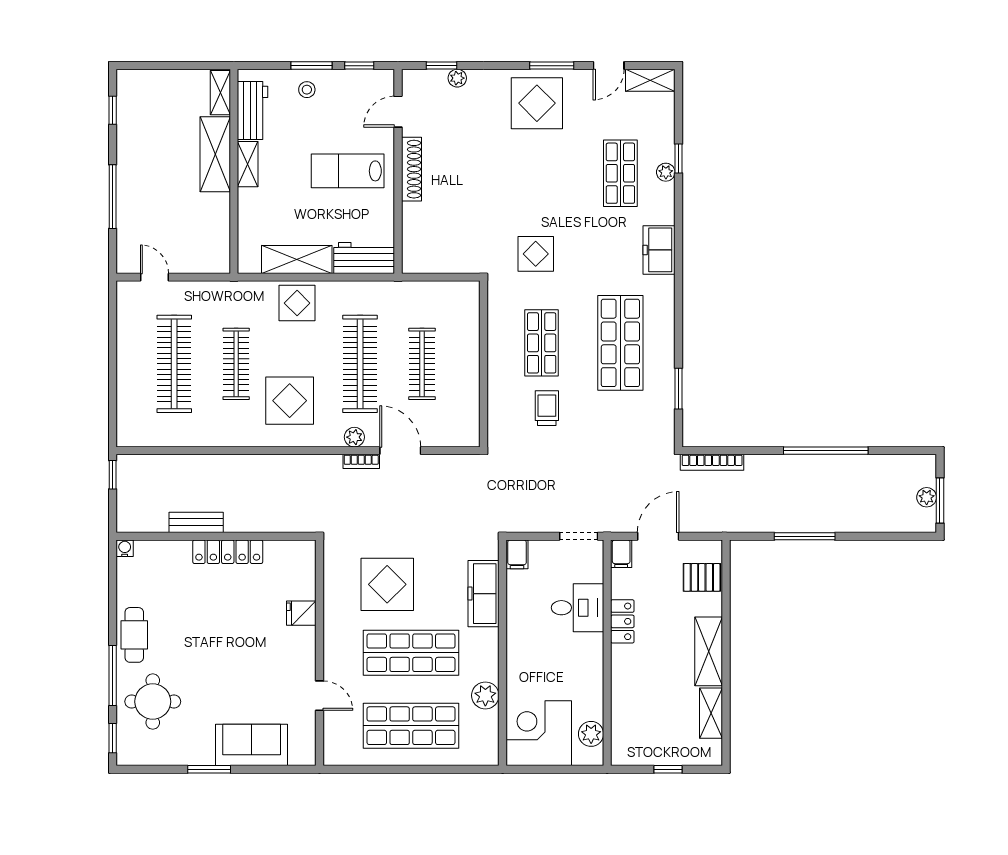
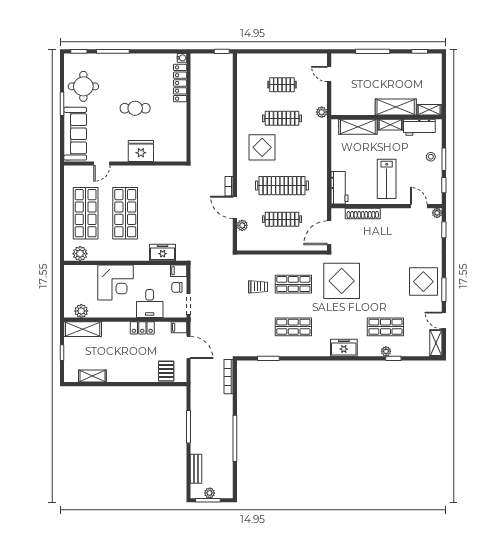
plant: (457, 78) -> (437, 213), moved
shoe rack: (411, 169) -> (363, 213), moved
lab bench: (348, 171) -> (387, 179), turned 180
display table: (536, 254) -> (342, 281), width x1.86, depth x1.86
shelving: (297, 259) -> (358, 127), moved, turned 90
door: (154, 277) -> (329, 74), swing flipped
door: (447, 277) -> (329, 233), added
plant: (225, 291) -> (322, 112), added
display table: (297, 303) -> (315, 151), removed
shop shelf: (620, 343) -> (293, 327), width x0.70, depth x0.74
clothes rail: (174, 364) -> (282, 85), width x0.54, depth x0.76
plant: (354, 437) -> (242, 225), moved
door: (400, 451) -> (235, 207), swing flipped
bench: (196, 522) -> (196, 469), moved
locker: (228, 552) -> (180, 83), moved
chair: (548, 557) -> (177, 287), added
display table: (387, 584) -> (162, 200), removed
freezer: (484, 594) -> (163, 253), width x0.71
fridge: (301, 613) -> (141, 151), width x1.88, depth x1.34
cafe table: (134, 635) -> (135, 108), moved
shelving: (709, 651) -> (83, 329), moved
plant: (485, 695) -> (80, 254), moved
round table: (153, 702) -> (83, 86), moved
corner desk: (539, 733) -> (116, 282), moved, turned 90
sofa: (252, 745) -> (75, 134), width x1.36

